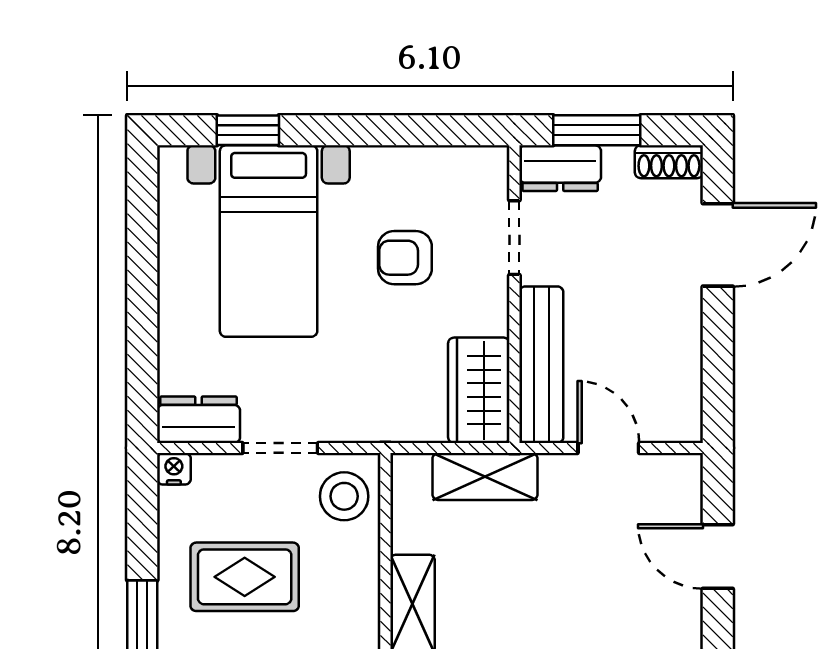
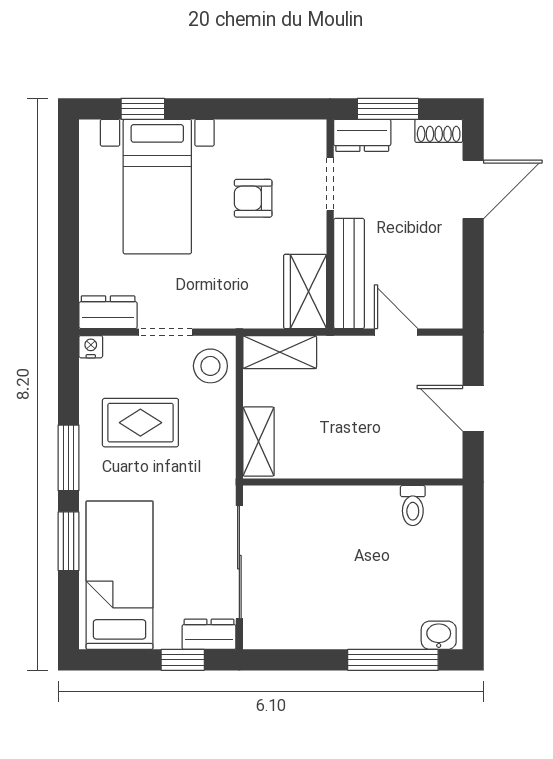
shelving: (485, 477) -> (280, 352), moved

